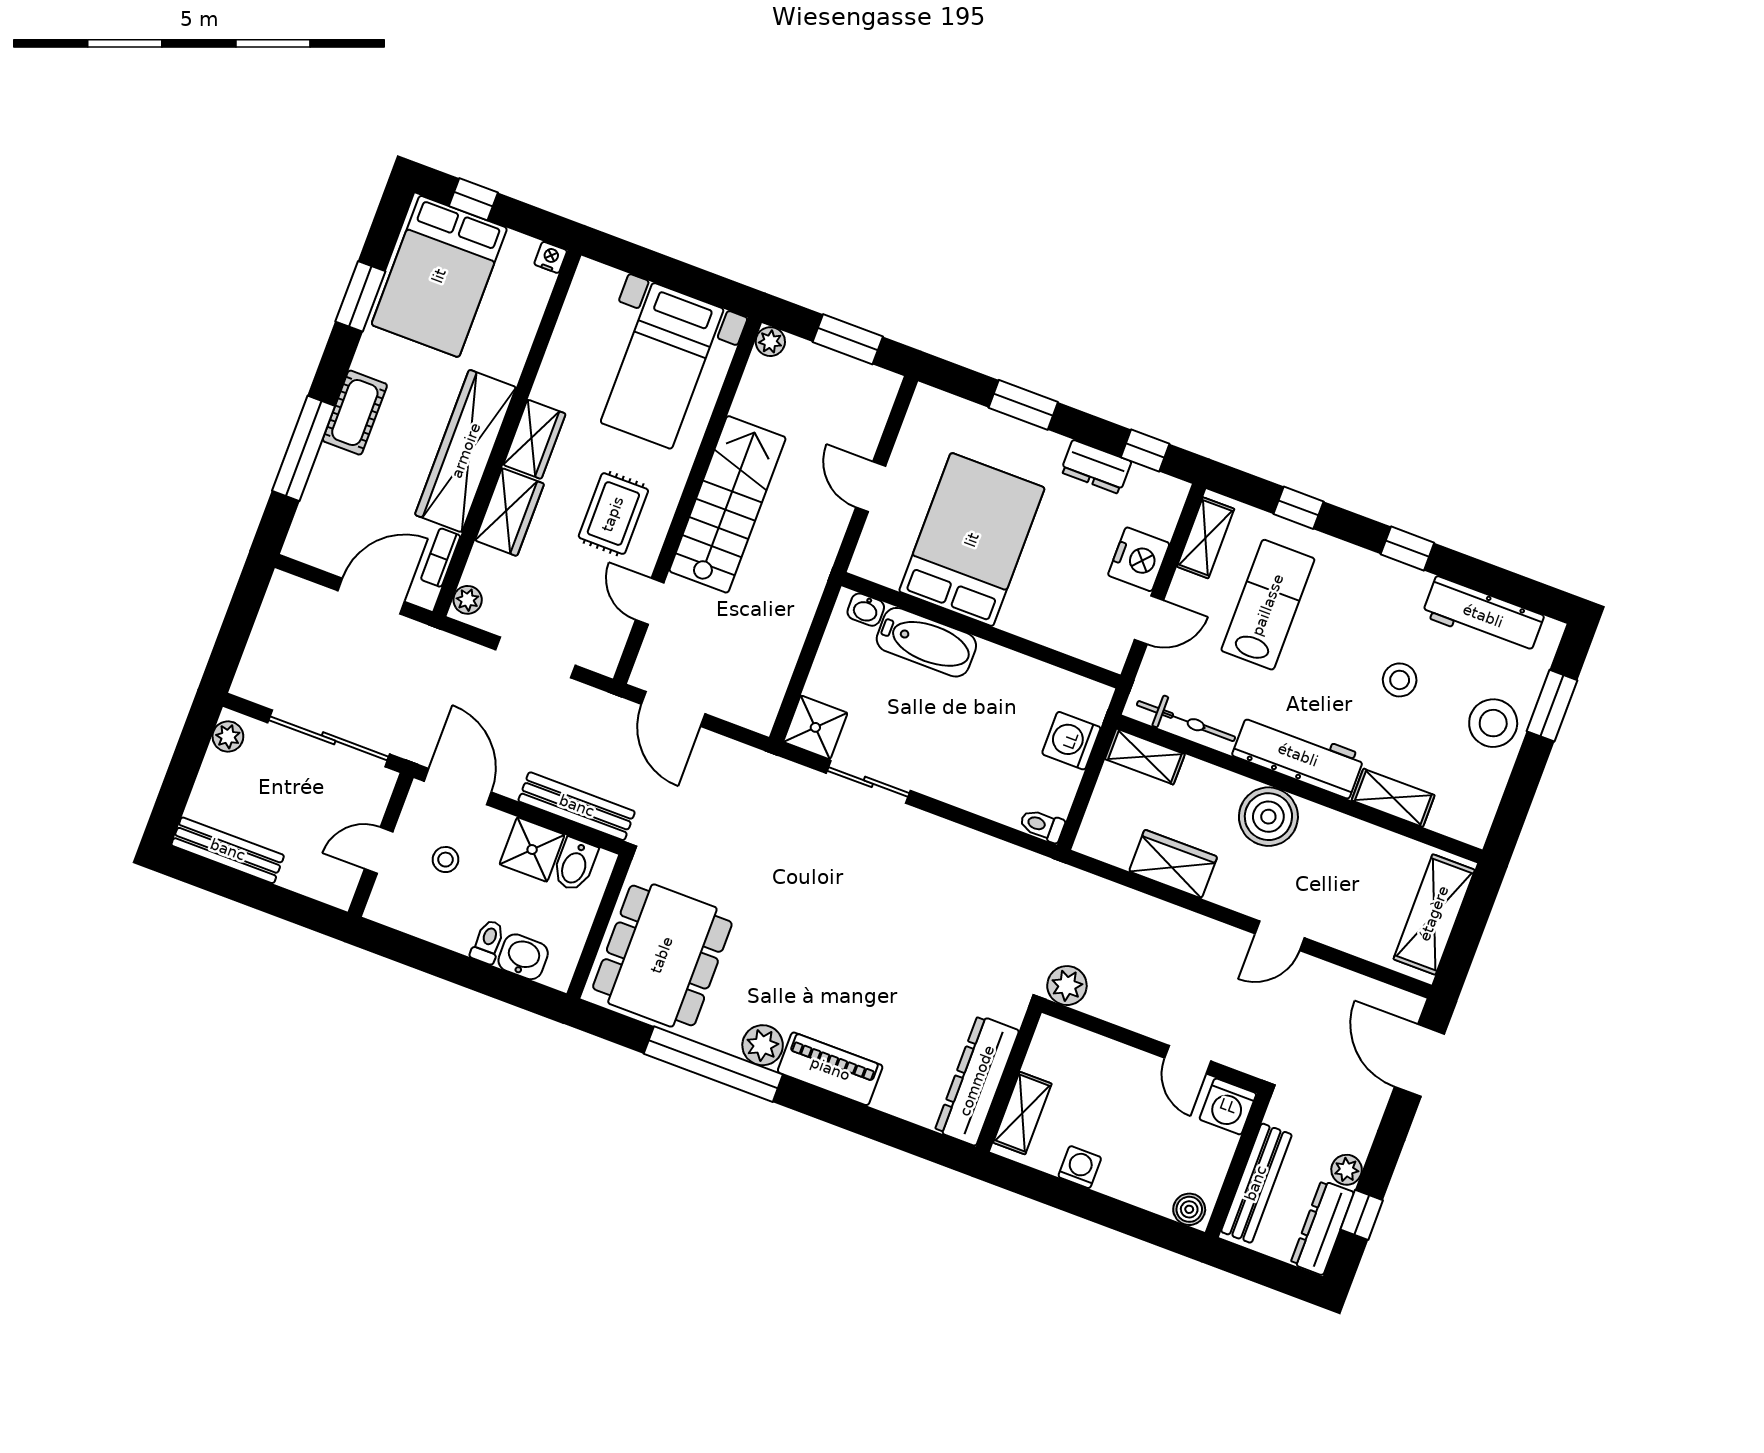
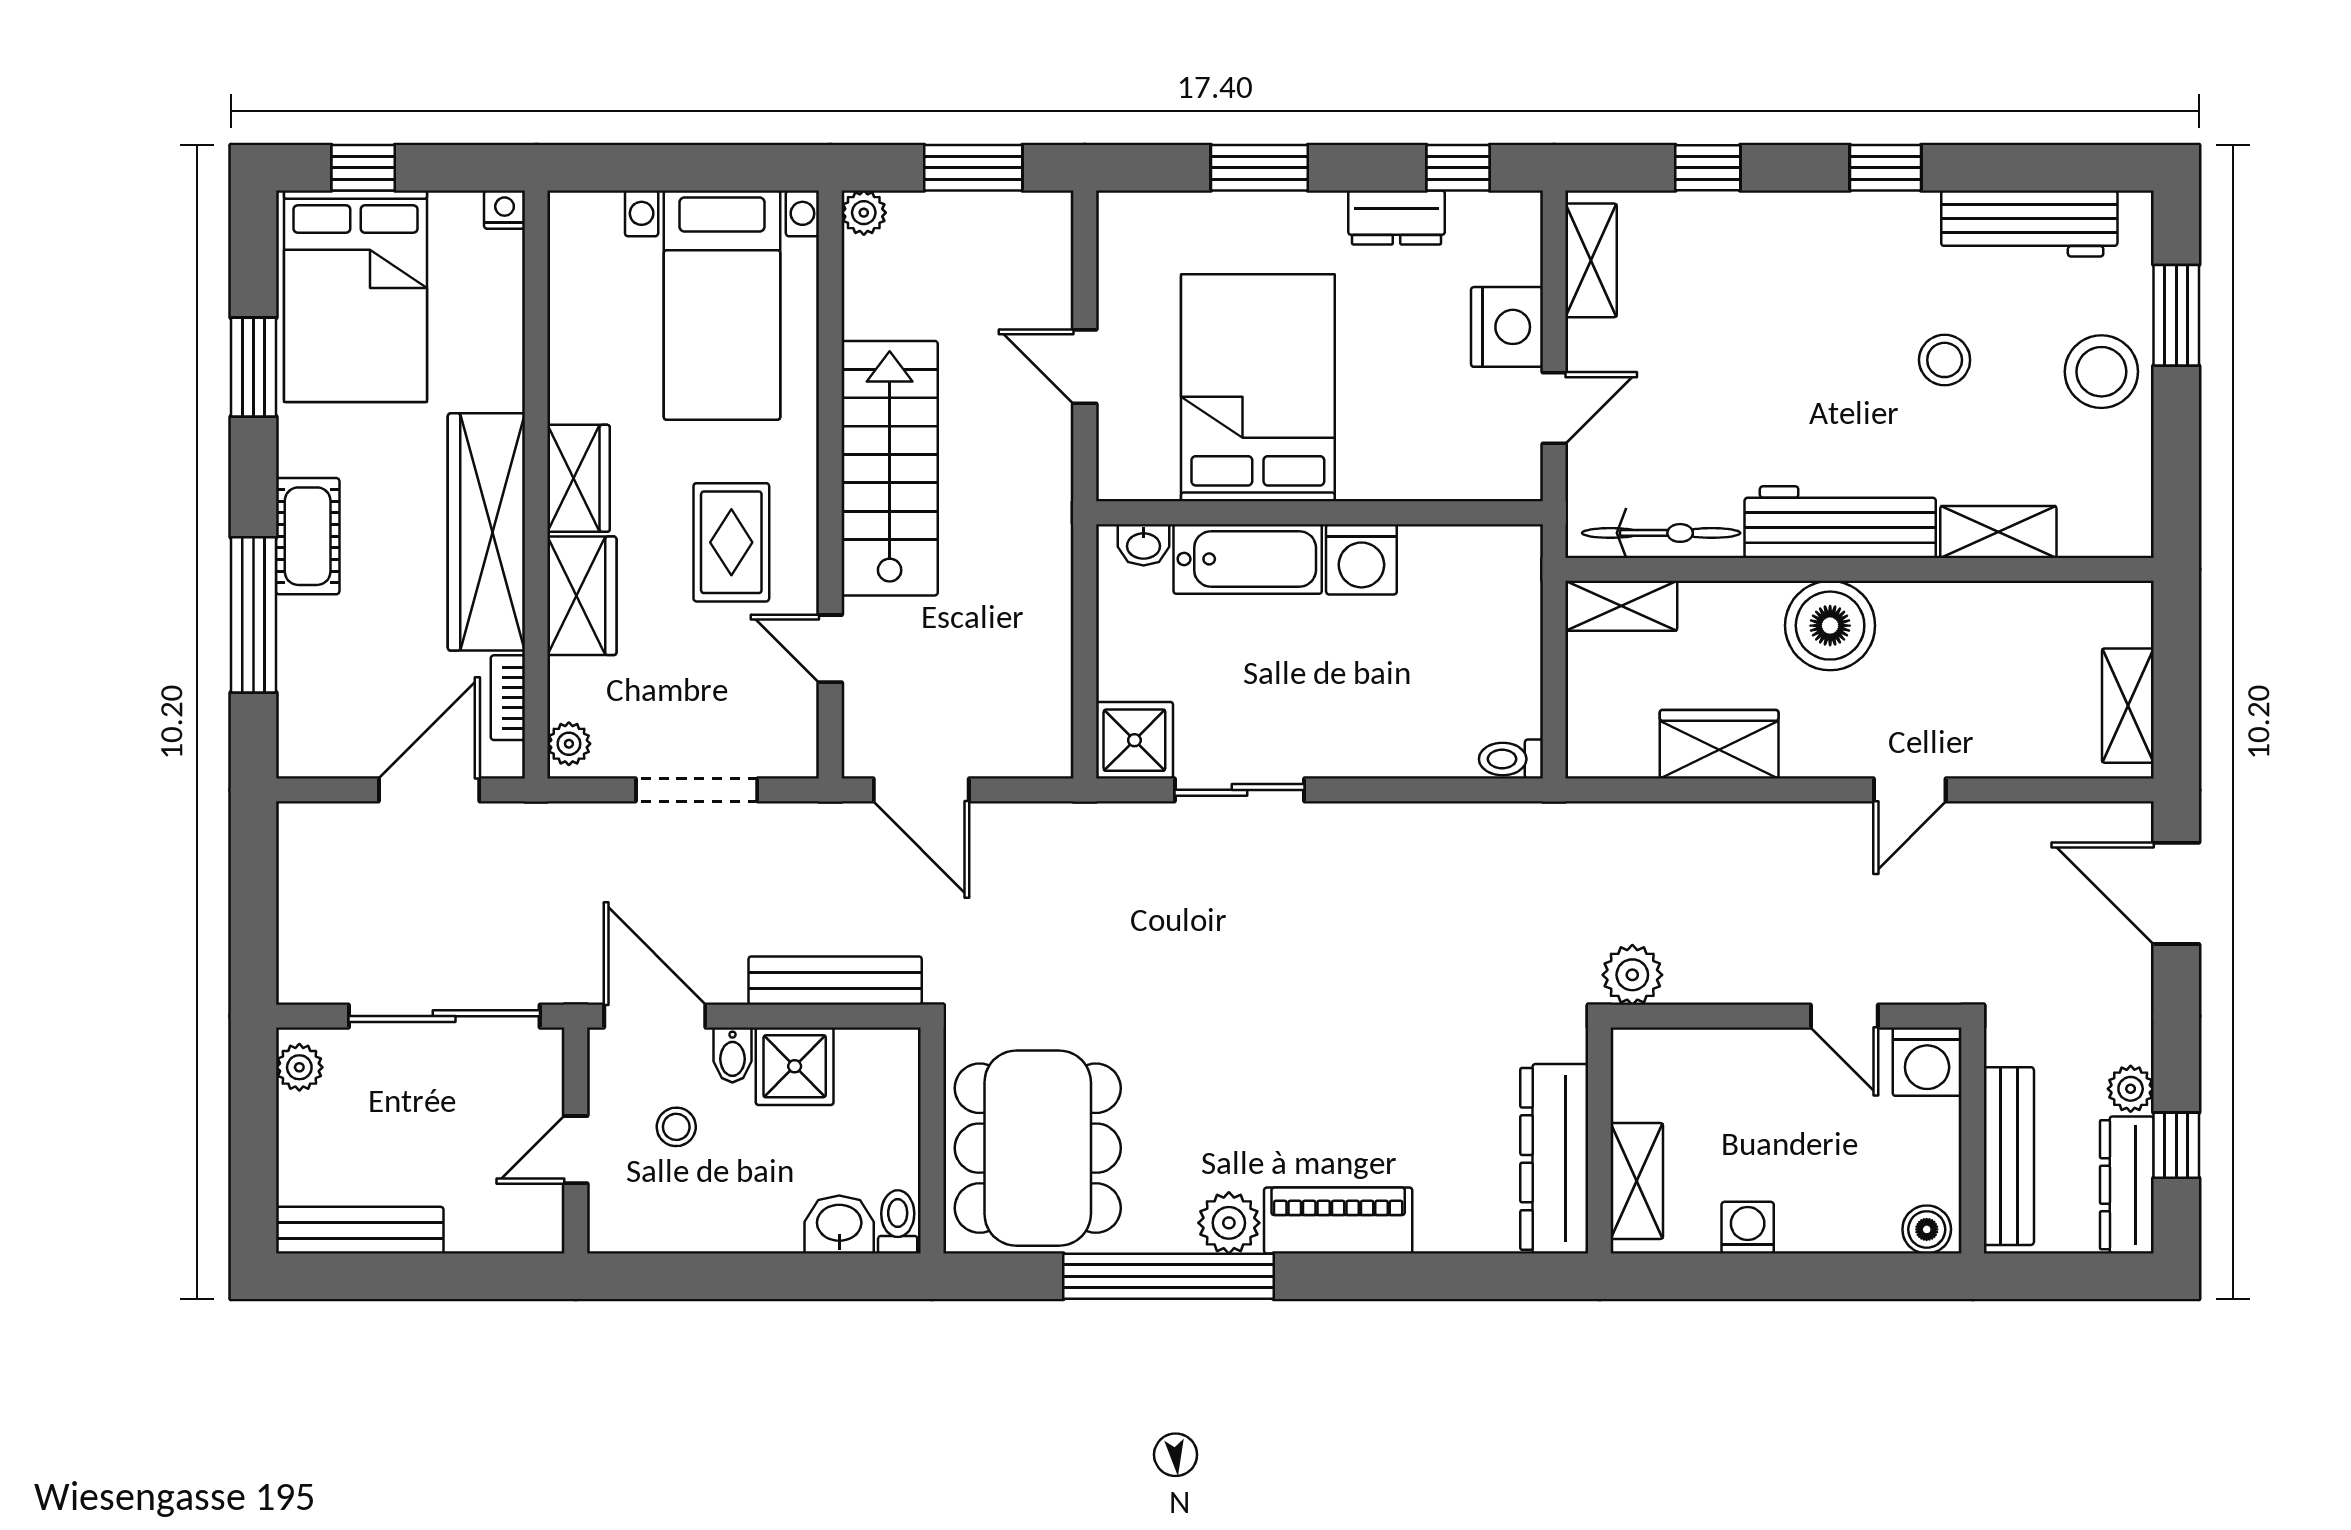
lab bench: (1268, 605) -> (1716, 323), removed
washing machine: (1071, 741) -> (1361, 559), moved, turned -90
bidet: (575, 865) -> (732, 1055), moved, width x0.72, depth x0.74
shelving: (1434, 914) -> (2128, 706), width x0.67, depth x0.75
toilet: (488, 942) -> (898, 1222), moved

